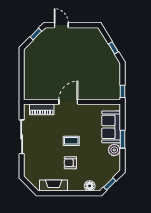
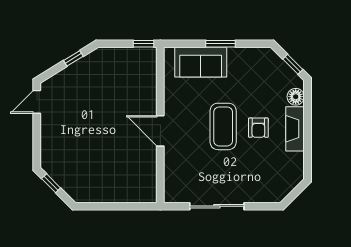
door: (61, 25) -> (37, 102), moved
piano: (42, 109) -> (172, 174), removed
coffee table: (71, 141) -> (223, 126), width x1.86, depth x1.72
plant: (114, 150) -> (238, 57), removed
fireplace: (54, 185) -> (295, 129), moved

